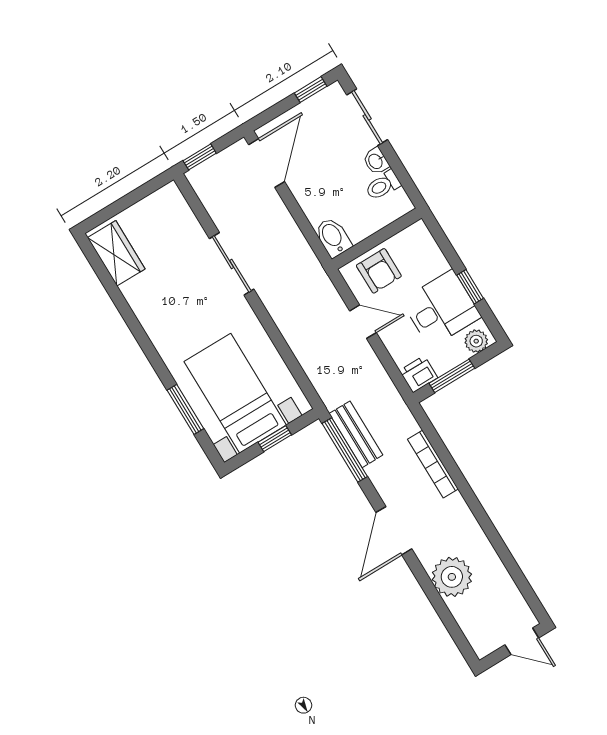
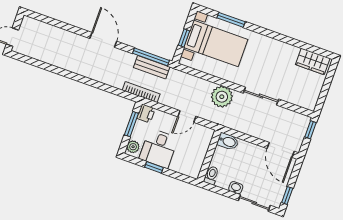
toilet: (383, 185) -> (211, 175), moved
armchair: (379, 271) -> (197, 143), removed
bookcase: (433, 464) -> (141, 92), moved
plant: (452, 577) -> (222, 97), moved

